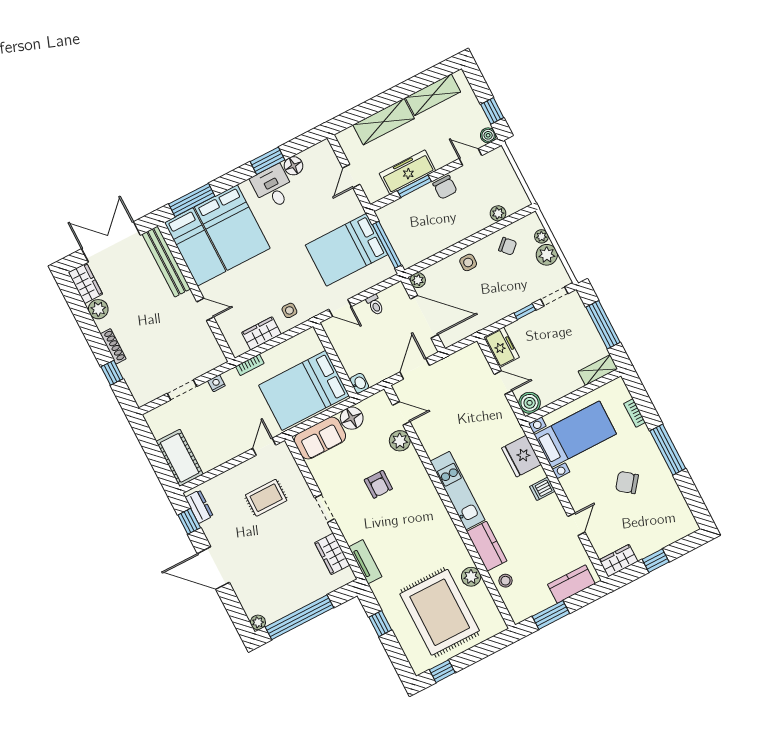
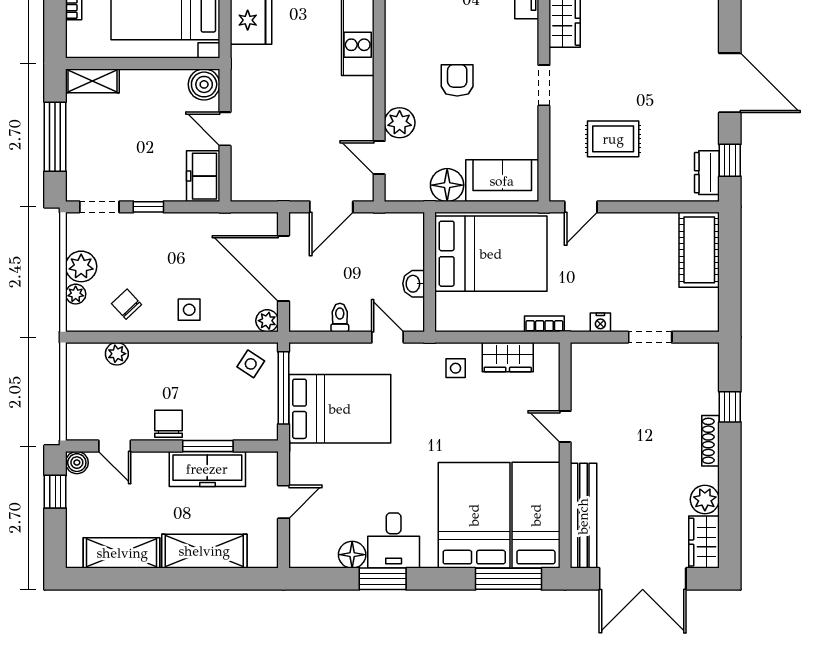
side table: (414, 249) -> (251, 364), added
washbasin: (359, 383) -> (414, 284), moved

